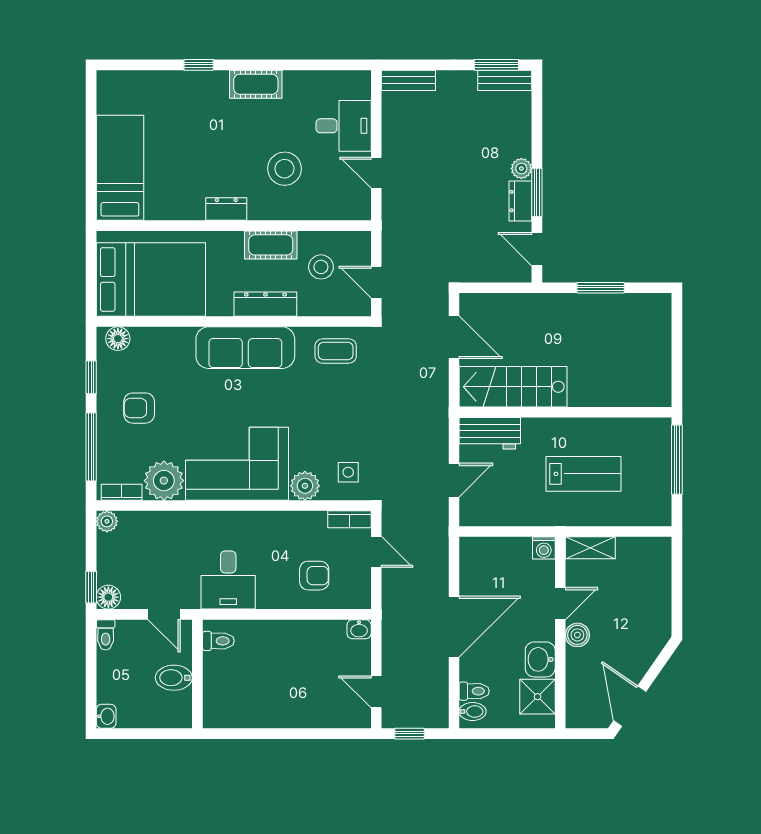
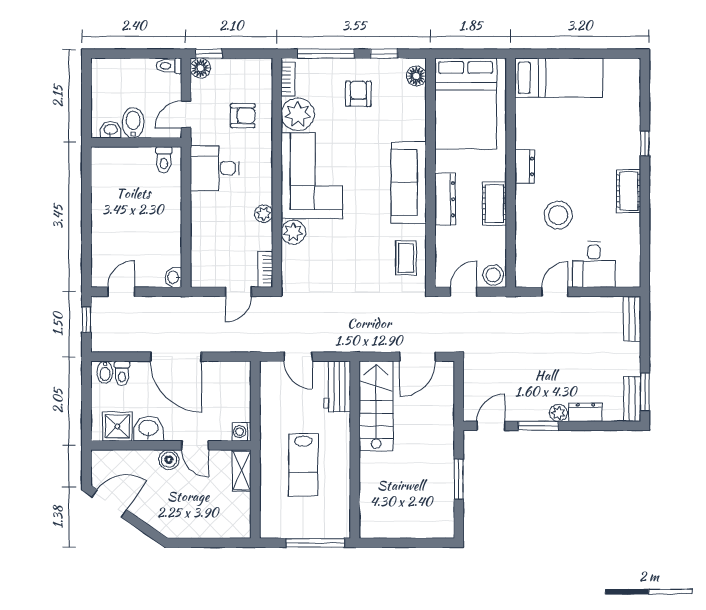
dresser: (520, 201) -> (585, 412), moved
stool: (321, 267) -> (493, 275), moved
side table: (348, 472) -> (305, 268), removed
plant: (107, 521) -> (264, 214), moved
armchair: (314, 576) -> (243, 116), moved, turned -90
washbasin: (106, 716) -> (111, 130), moved, turned 180

